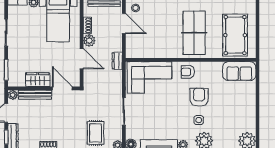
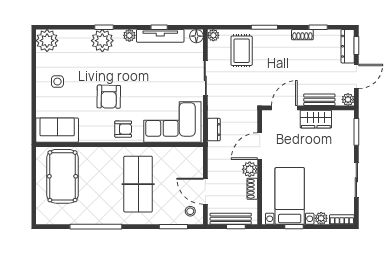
table tennis table: (194, 33) -> (138, 184), moved
door: (82, 59) -> (260, 146), hinge flipped
dresser: (117, 61) -> (214, 130), moved
door: (62, 88) -> (284, 108), swing flipped
bench: (35, 95) -> (319, 100), width x0.73
side table: (199, 120) -> (57, 82), moved

